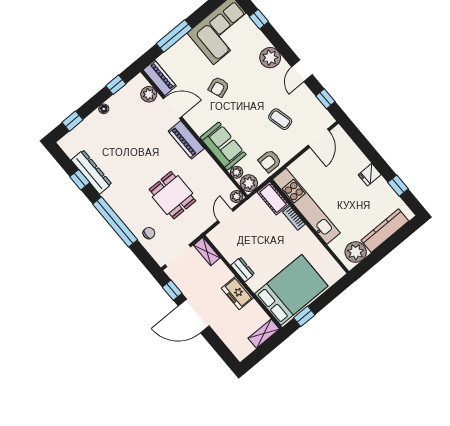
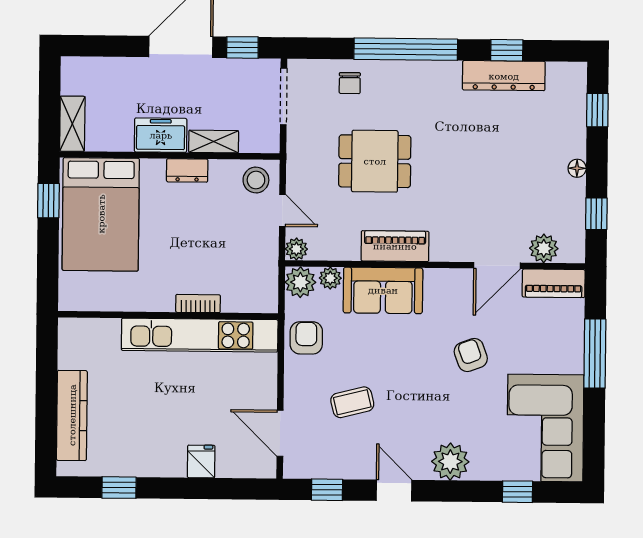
piano: (186, 140) -> (395, 246), moved
fridge: (370, 175) -> (201, 461), moved
cot: (273, 198) -> (250, 298), removed
stool: (222, 238) -> (256, 180), added
shelving: (207, 252) -> (214, 142), moved
plant: (356, 252) -> (77, 349), removed

